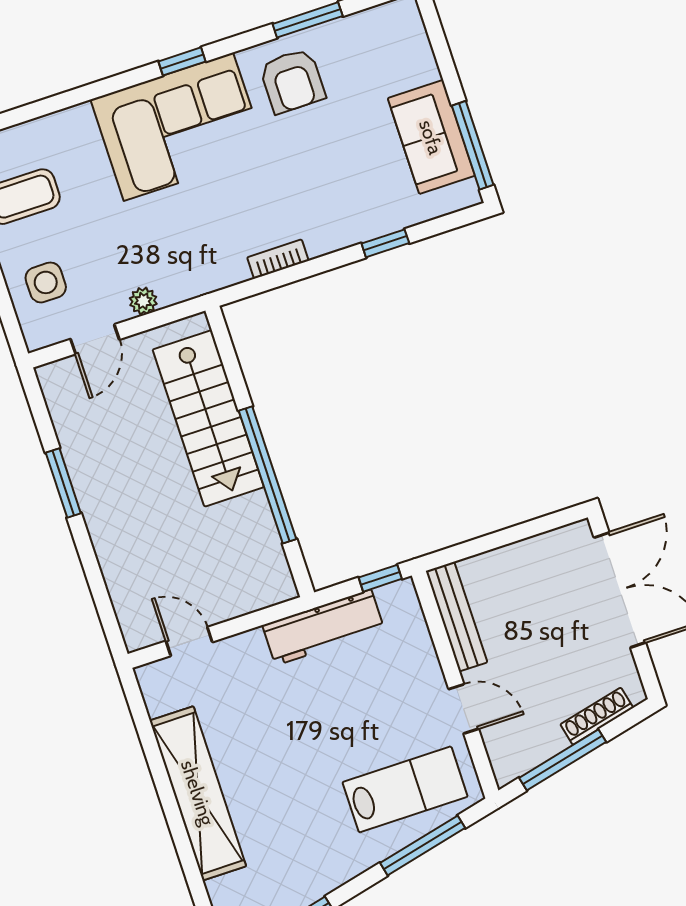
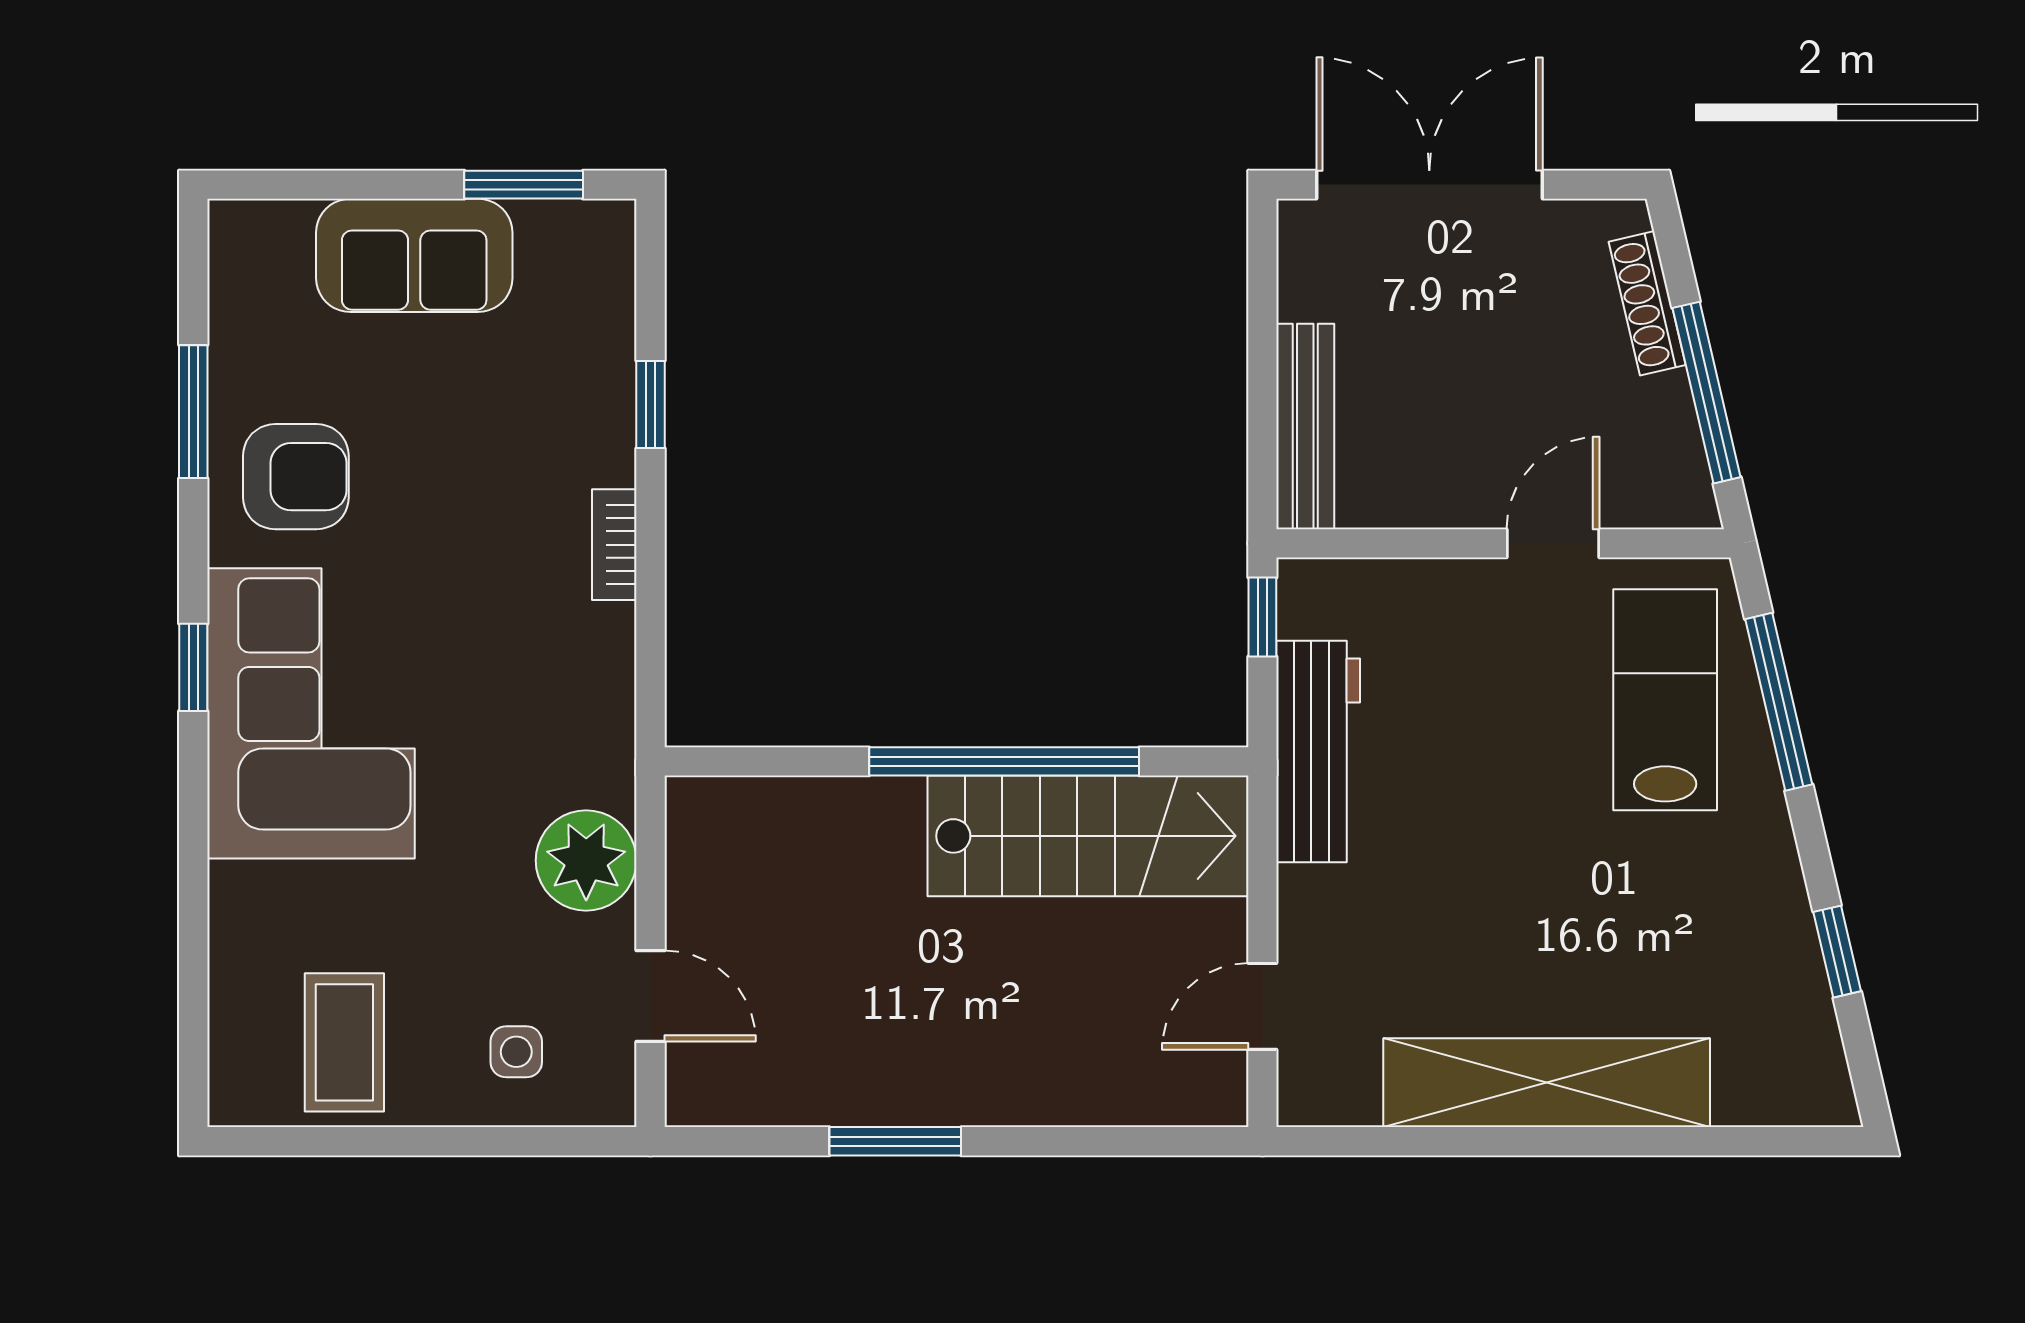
sofa: (431, 137) -> (414, 255), moved
window: (473, 145) -> (524, 185), width x0.69
bookcase: (278, 259) -> (614, 545), moved
side table: (46, 282) -> (516, 1052), width x0.73, depth x0.73
plant: (143, 301) -> (586, 860), width x1.88, depth x1.88
stairs: (208, 418) -> (1088, 836), moved
bench: (457, 617) -> (1305, 426), moved, turned 90

